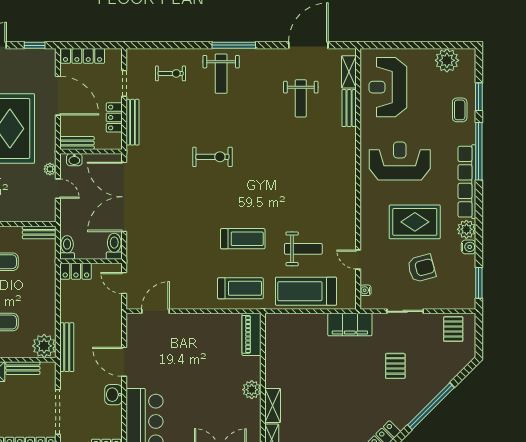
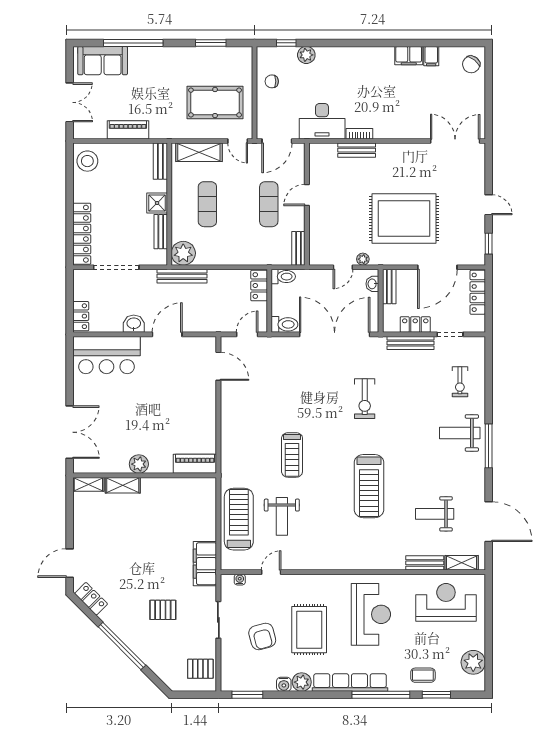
exercise bike: (212, 157) -> (365, 399), moved
treadmill: (240, 288) -> (369, 486), moved, width x1.37, depth x1.38

